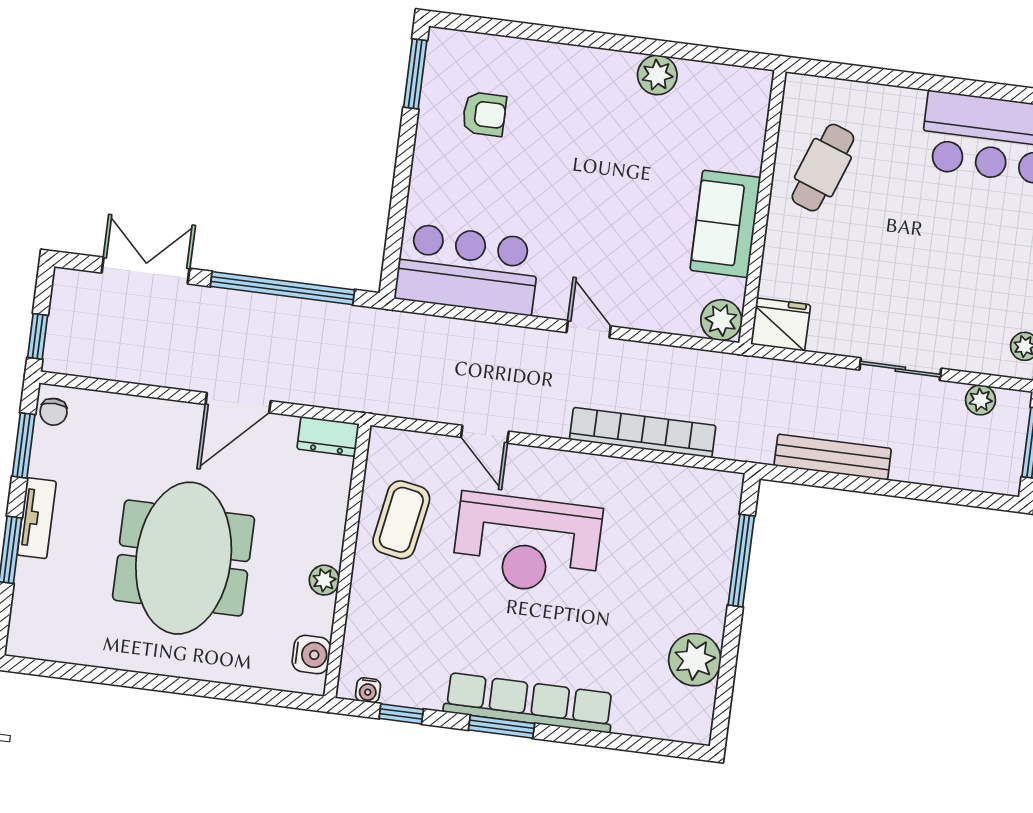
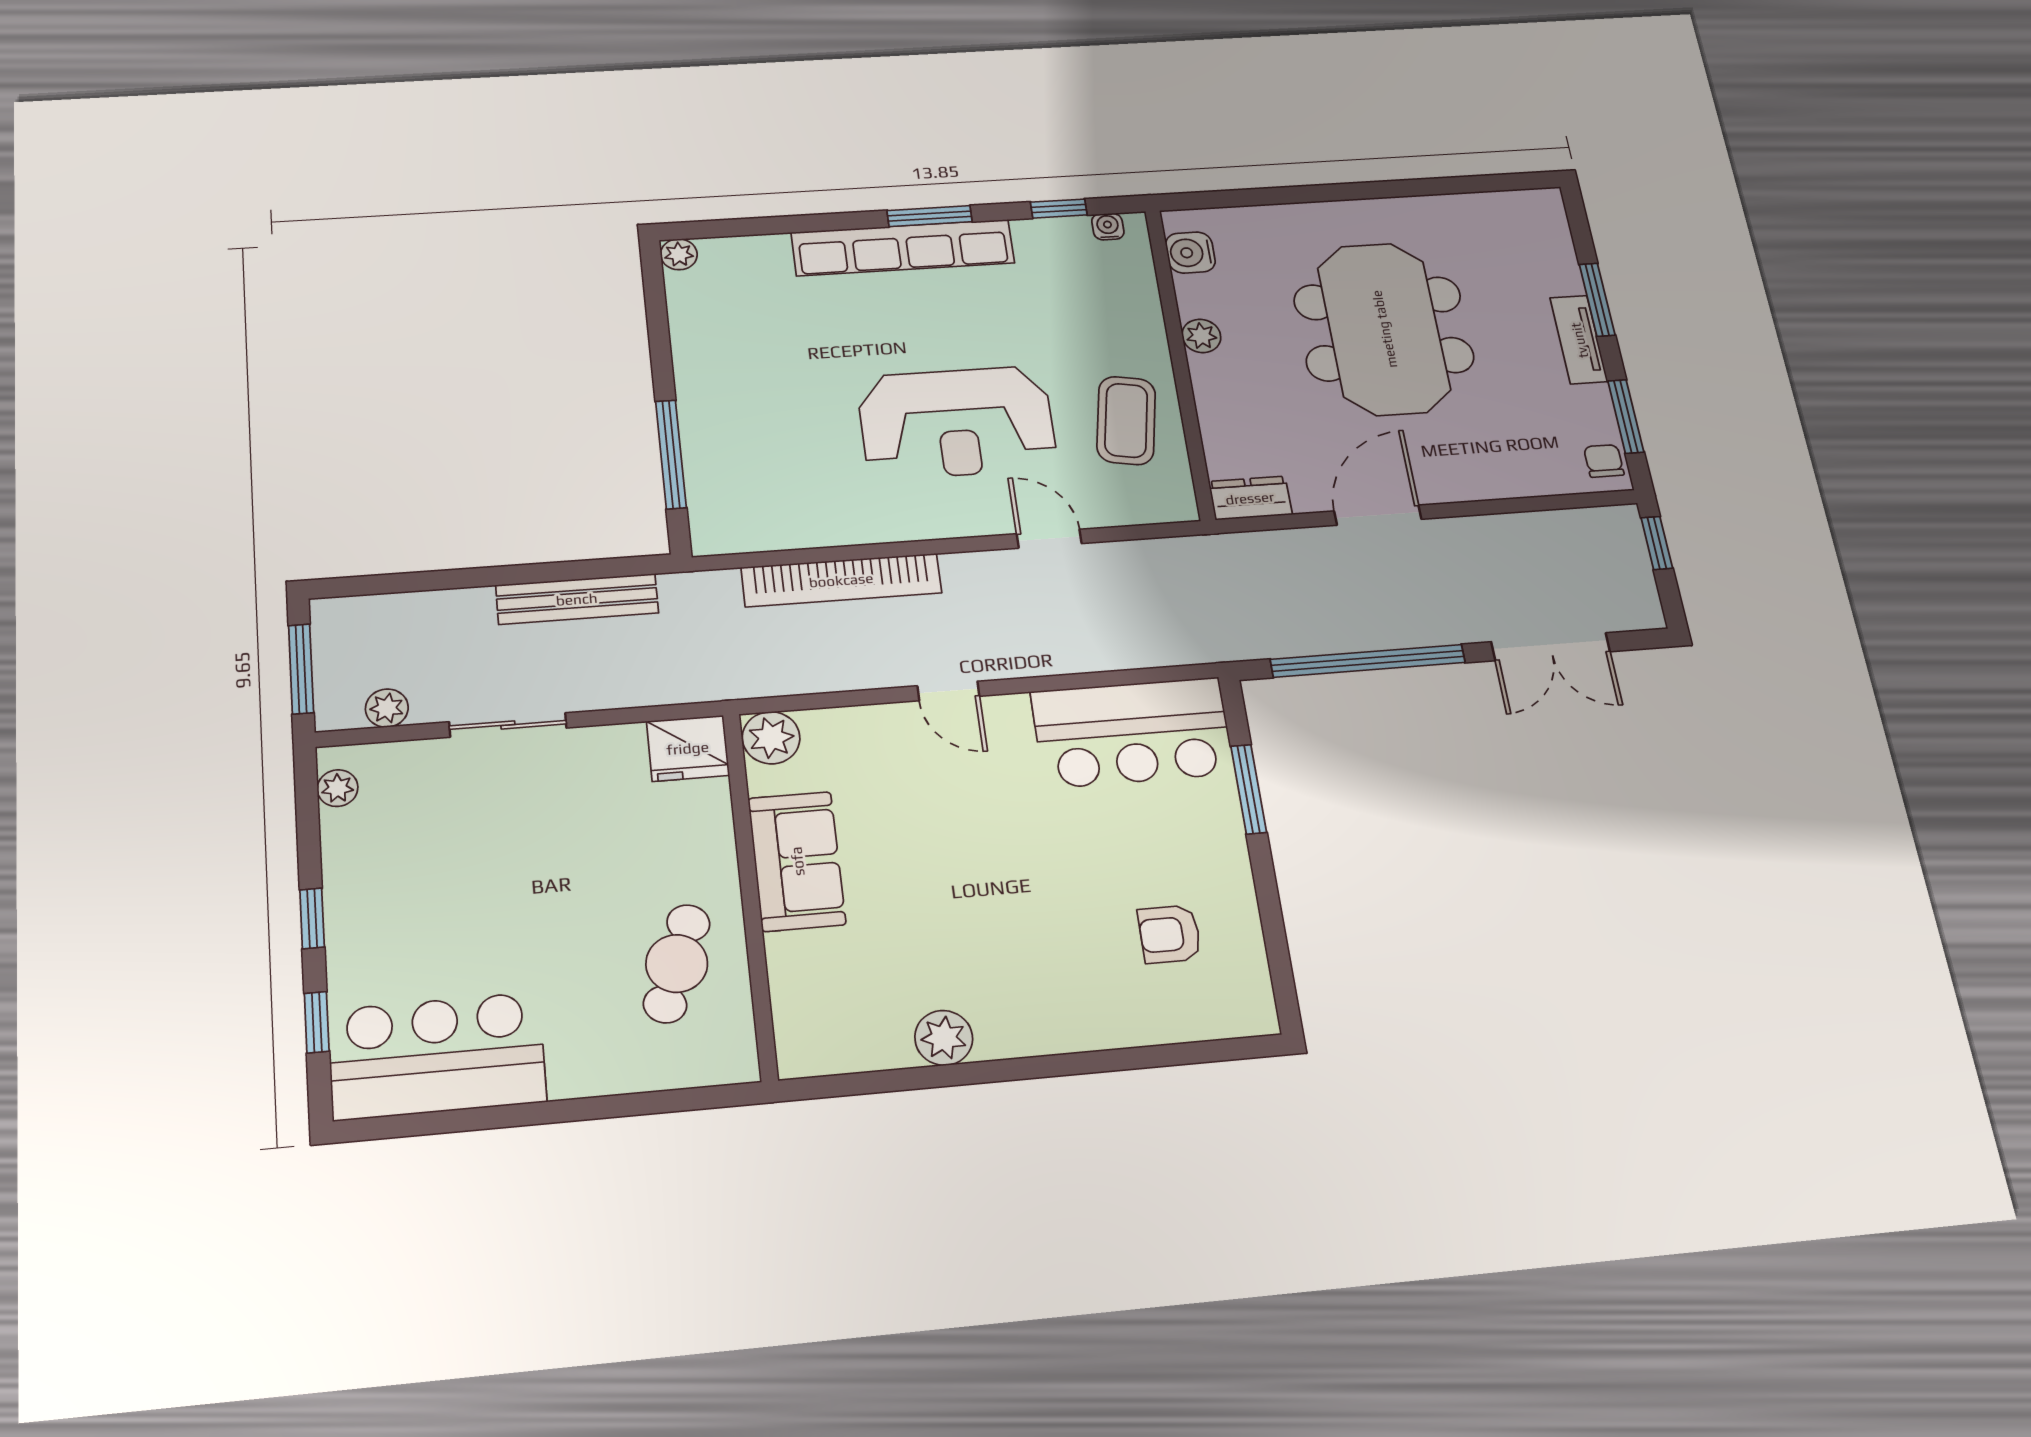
window: (415, 74) -> (1249, 789), moved
reception desk: (527, 544) -> (957, 423), turned 180
plant: (695, 660) -> (679, 254), moved, width x0.53, depth x0.53

